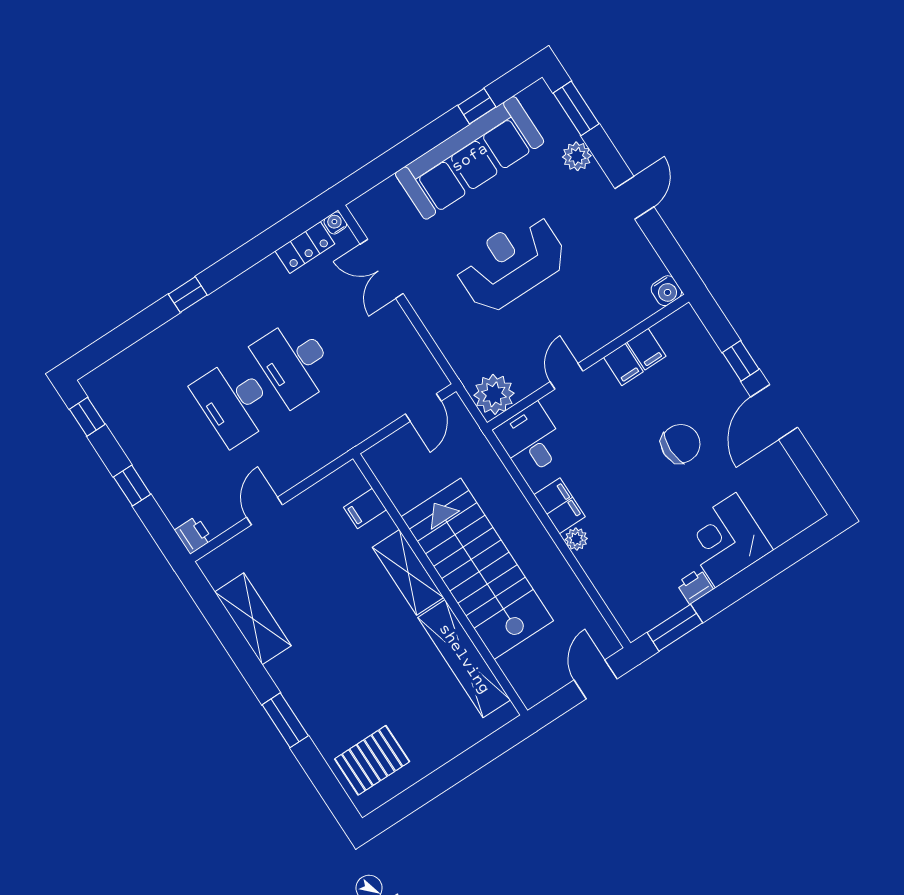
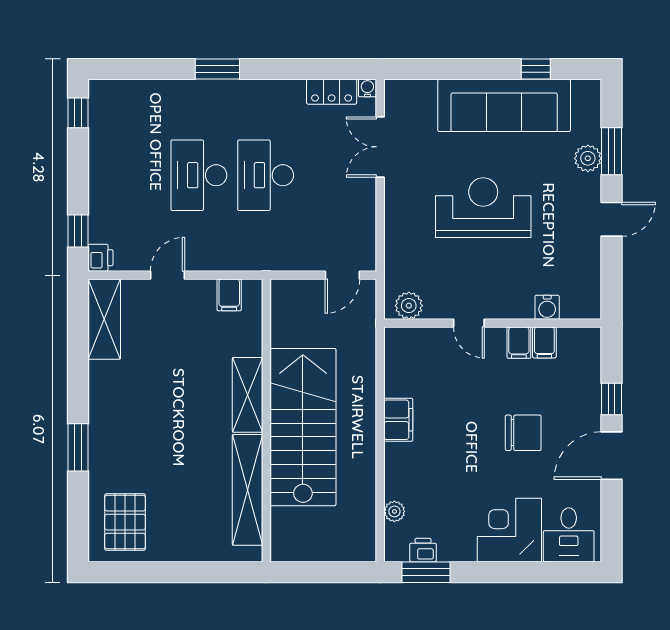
window: (576, 108) -> (611, 151), moved
water cooler: (666, 291) -> (547, 307), moved
window: (188, 295) -> (217, 69), width x1.50
door: (566, 376) -> (469, 323), swing flipped
plant: (494, 394) -> (409, 306), width x0.73, depth x0.73
desk: (531, 440) -> (569, 535), moved, turned 180
window: (132, 486) -> (78, 231), moved
filing cabinet: (365, 508) -> (229, 295), moved, turned -90
plant: (576, 539) -> (394, 511), moved
printer: (695, 586) -> (423, 550), moved
shelving: (253, 619) -> (104, 319), moved
door: (596, 679) -> (339, 572), removed
pallet: (372, 760) -> (125, 522), turned 90

